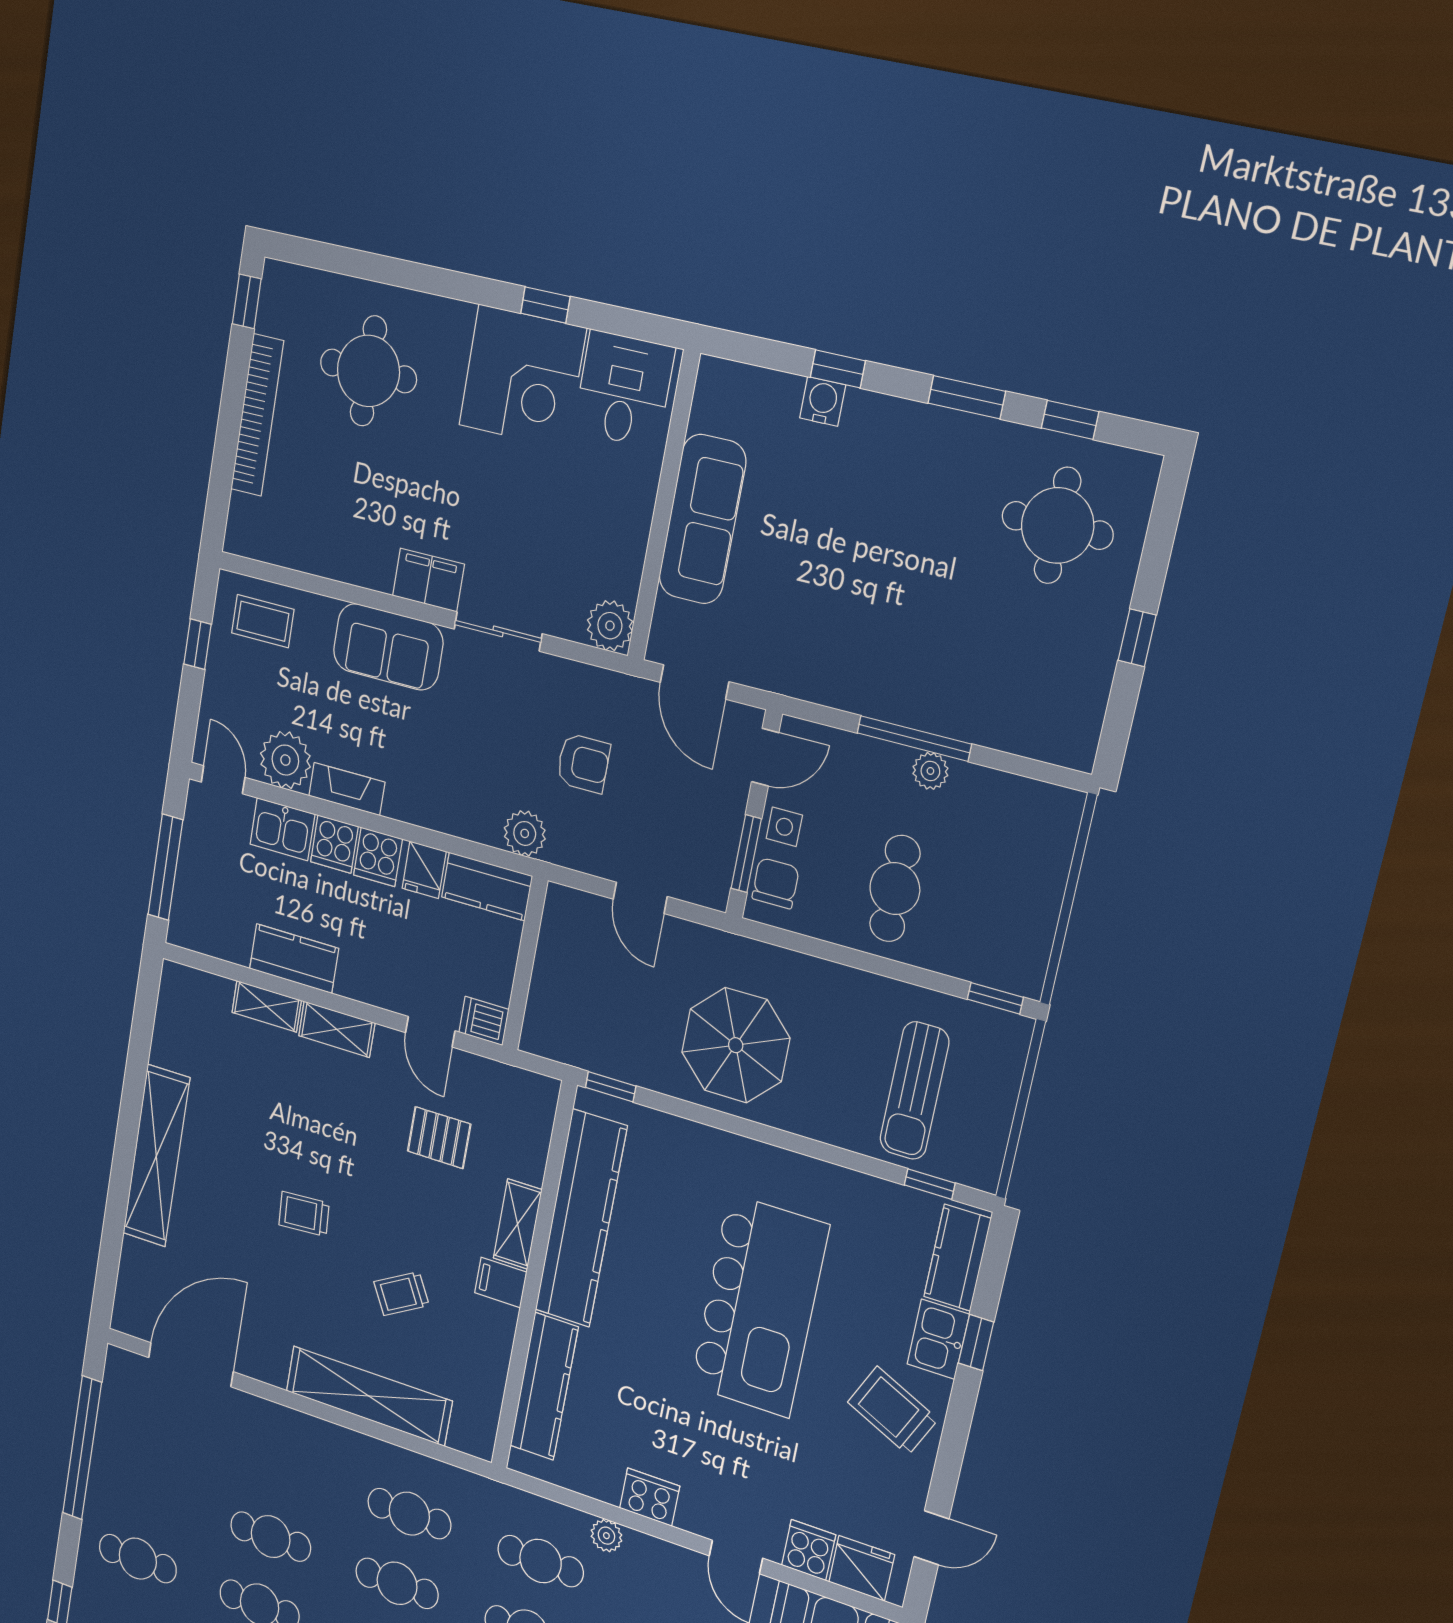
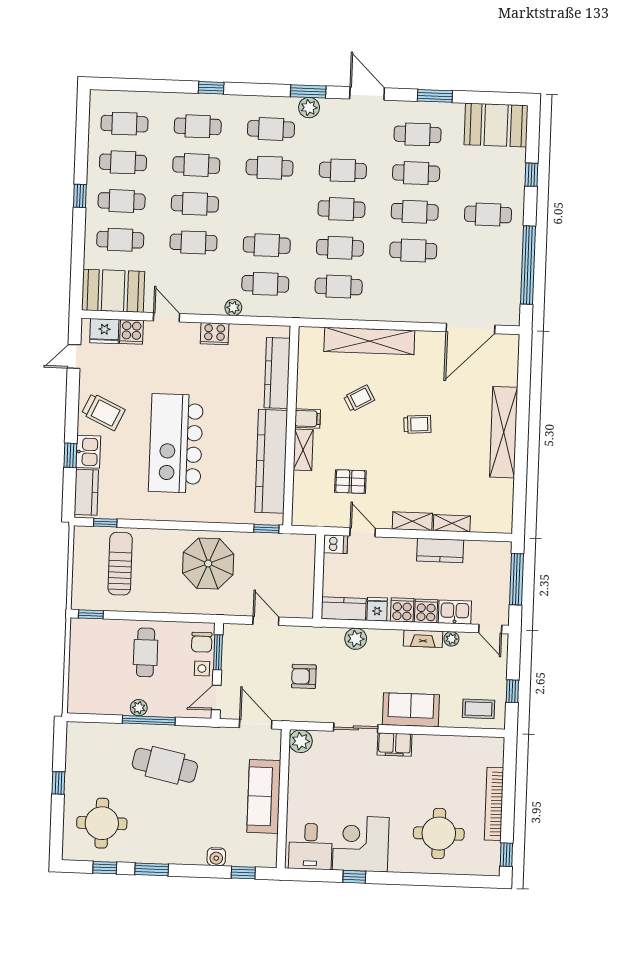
window: (838, 369) -> (243, 873), moved
cafe table: (897, 631) -> (165, 765), added
plant: (285, 760) -> (451, 639), width x0.53, depth x0.53
plant: (525, 833) -> (356, 639), moved

